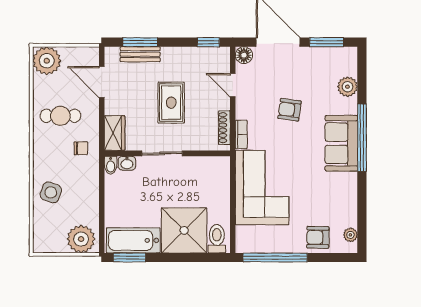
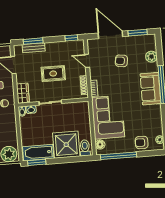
floor lamp: (244, 55) -> (100, 144), moved
rug: (171, 103) -> (53, 74), turned 90
armchair: (290, 110) -> (121, 61), moved

